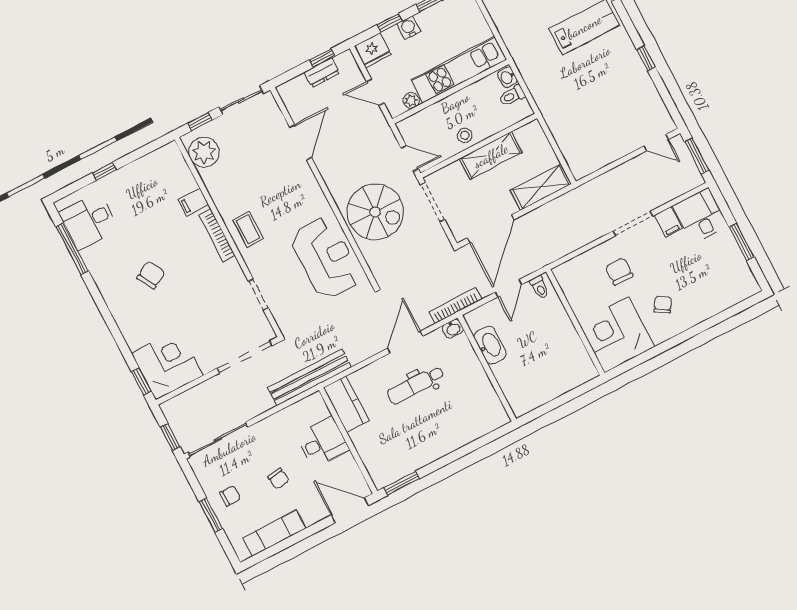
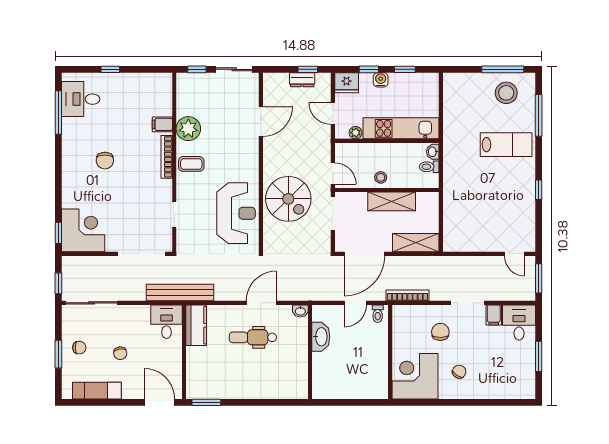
plant: (204, 152) -> (188, 129), moved
coffee table: (248, 229) -> (191, 164), turned 90
chair: (151, 275) -> (105, 161), turned 119
bookcase: (455, 306) -> (407, 295), moved
desk: (323, 442) -> (166, 322), moved, turned -90

